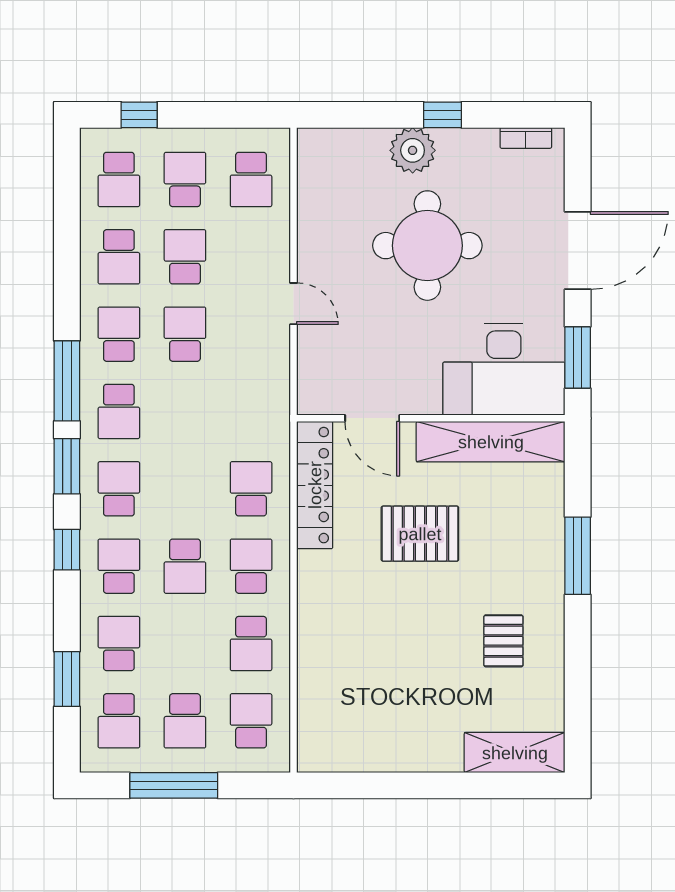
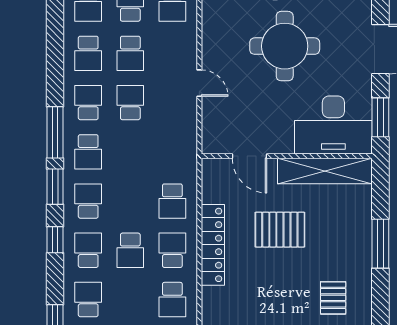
school desk: (185, 257) -> (130, 53), turned 180
locker: (315, 485) -> (213, 245), moved
school desk: (251, 489) -> (172, 201), turned 180

